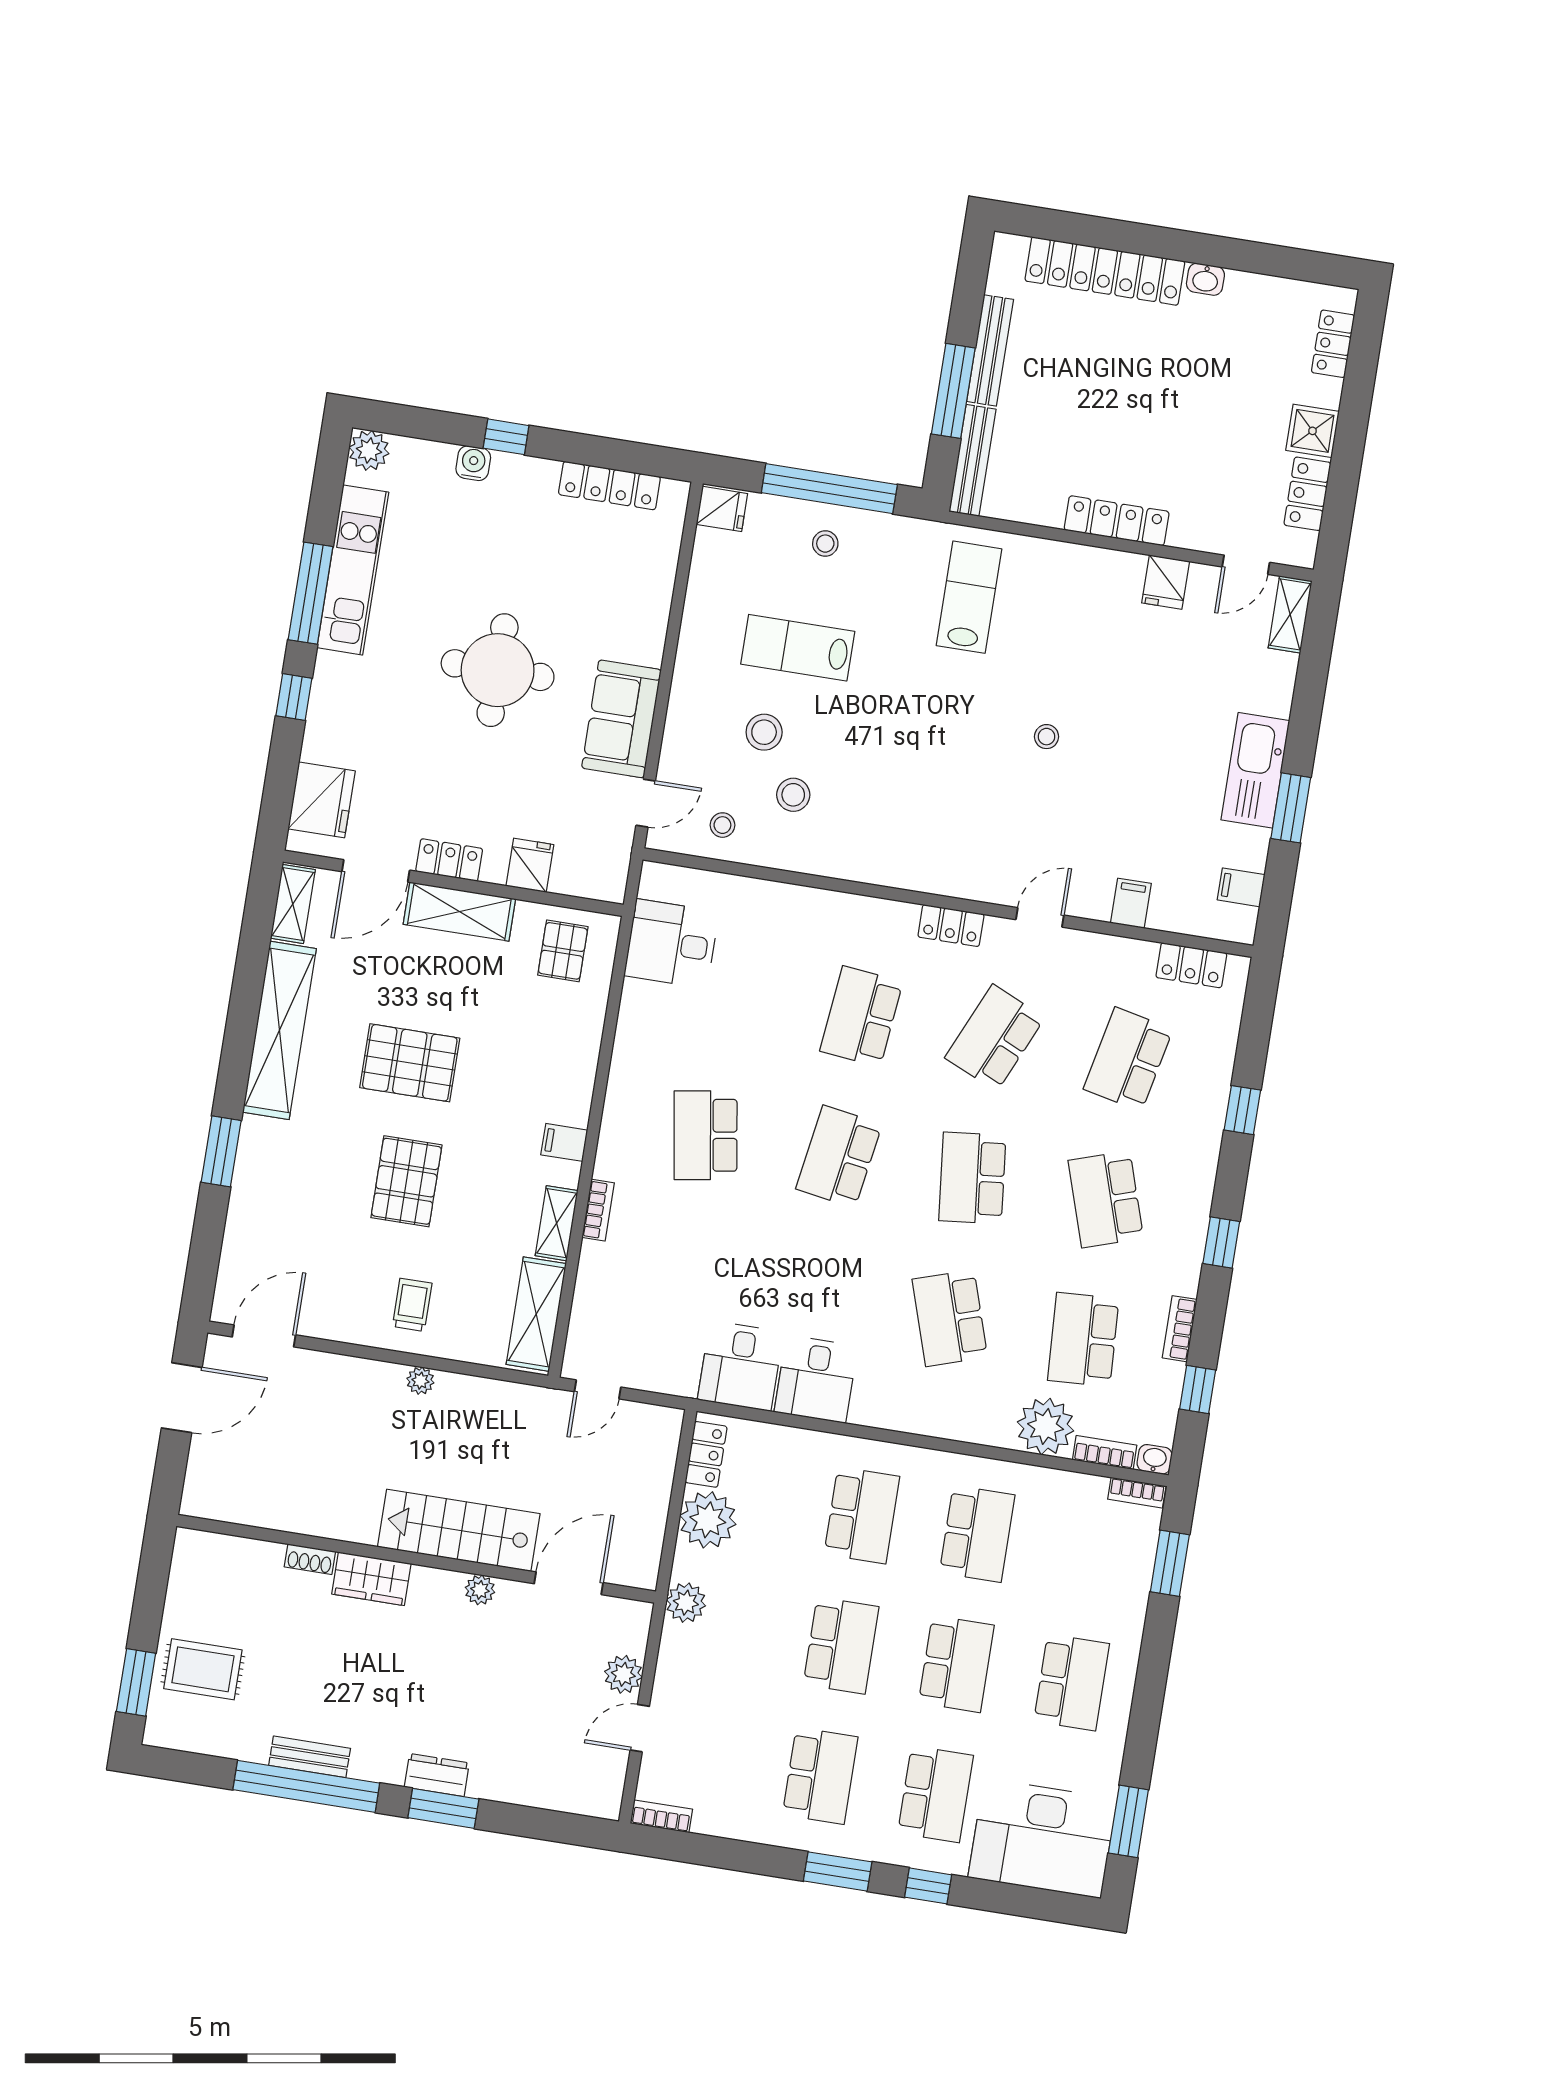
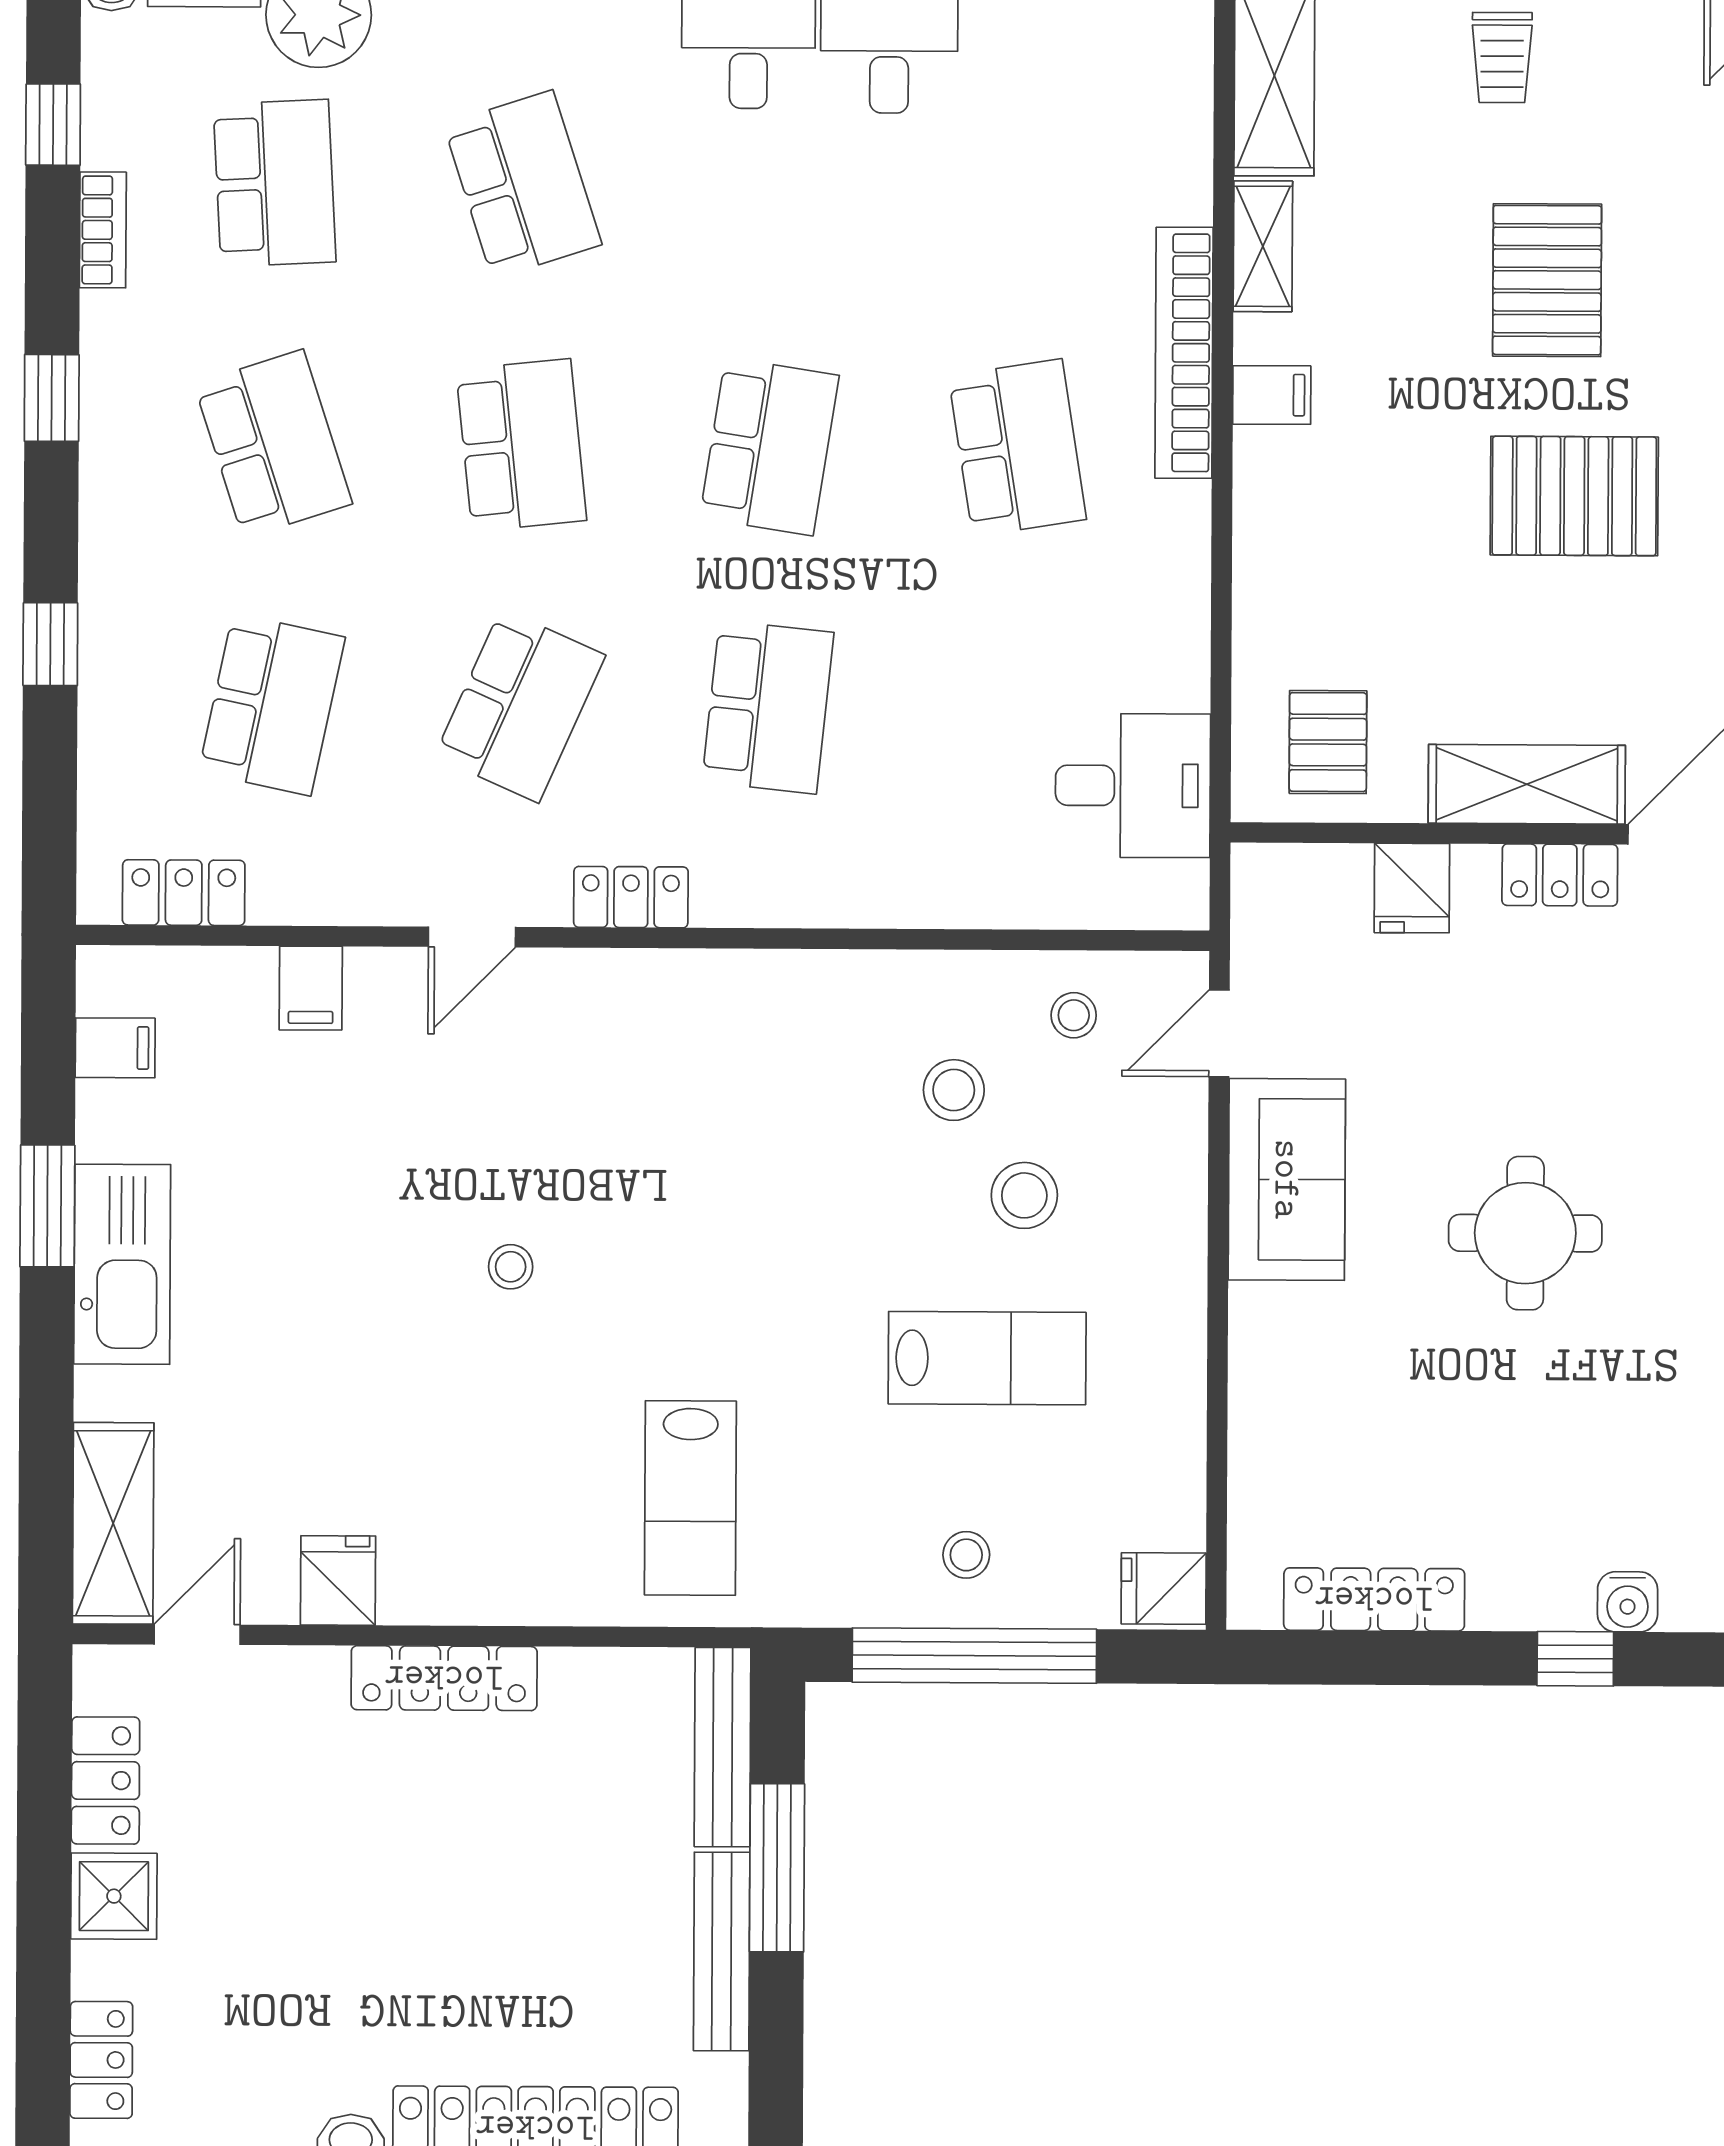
shelving: (1290, 614) -> (113, 1523), width x1.50, depth x1.33
round table: (498, 670) -> (1525, 1233), width x0.73, depth x0.73
bookcase: (598, 1210) -> (1184, 353), width x2.31, depth x1.31

